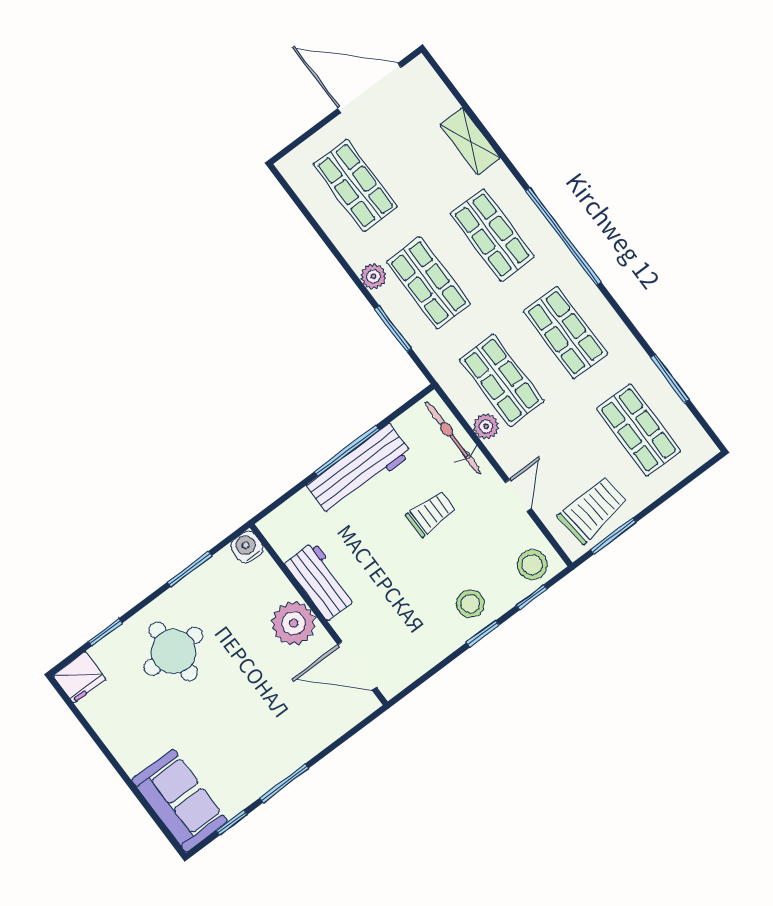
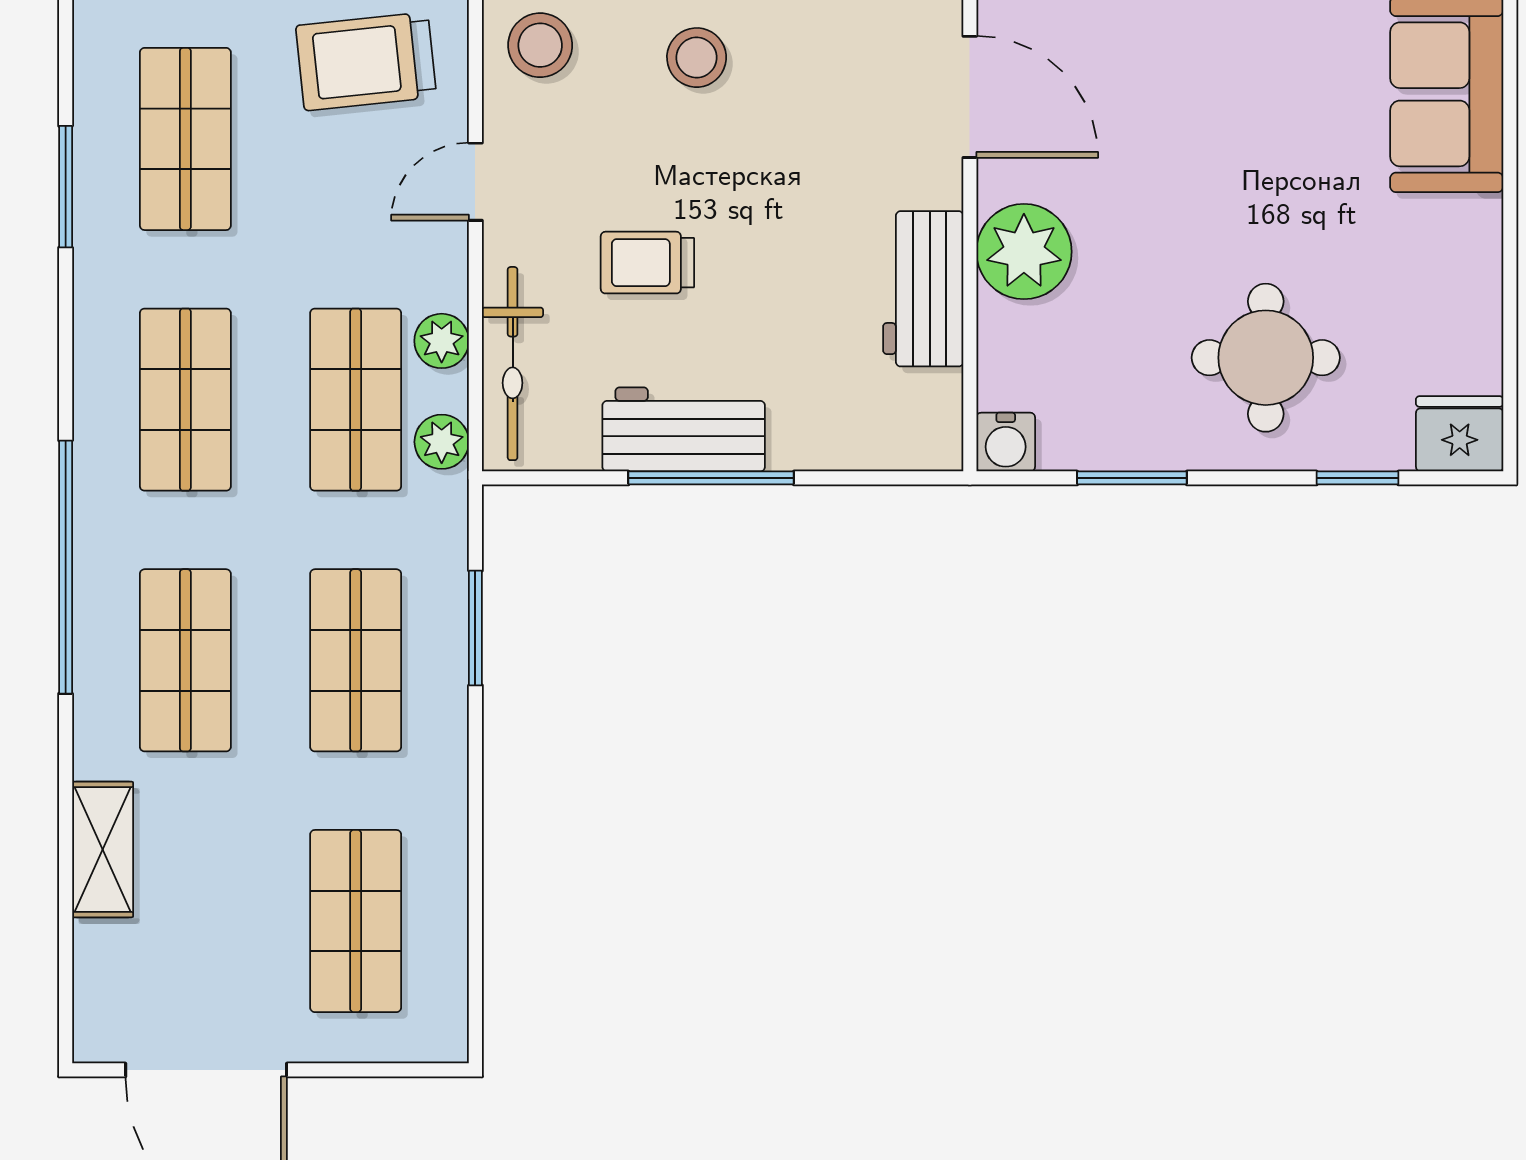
plant: (373, 276) -> (442, 442), moved
workbench: (359, 470) -> (684, 429), width x0.73

